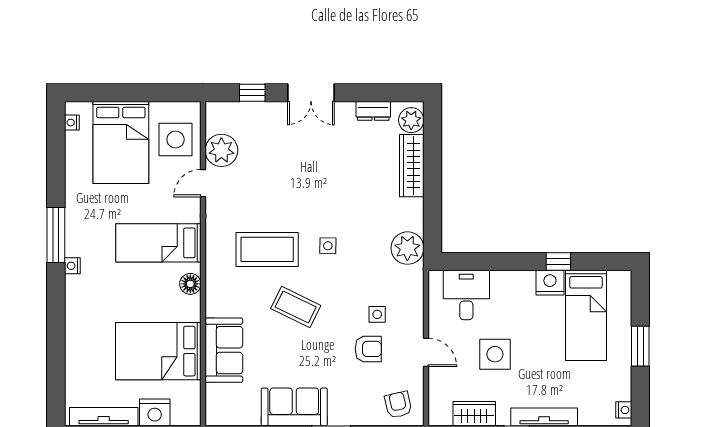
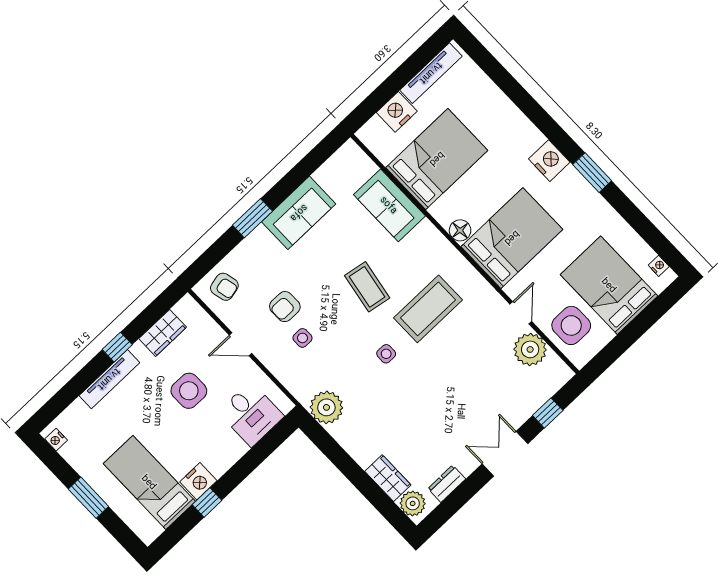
wardrobe: (412, 166) -> (388, 478), width x0.67
window: (56, 235) -> (592, 173), width x0.69
bed: (158, 243) -> (512, 238), width x1.50
nightstand: (72, 266) -> (549, 161), width x1.89, depth x1.79
coffee table: (296, 307) -> (367, 287), turned 74

